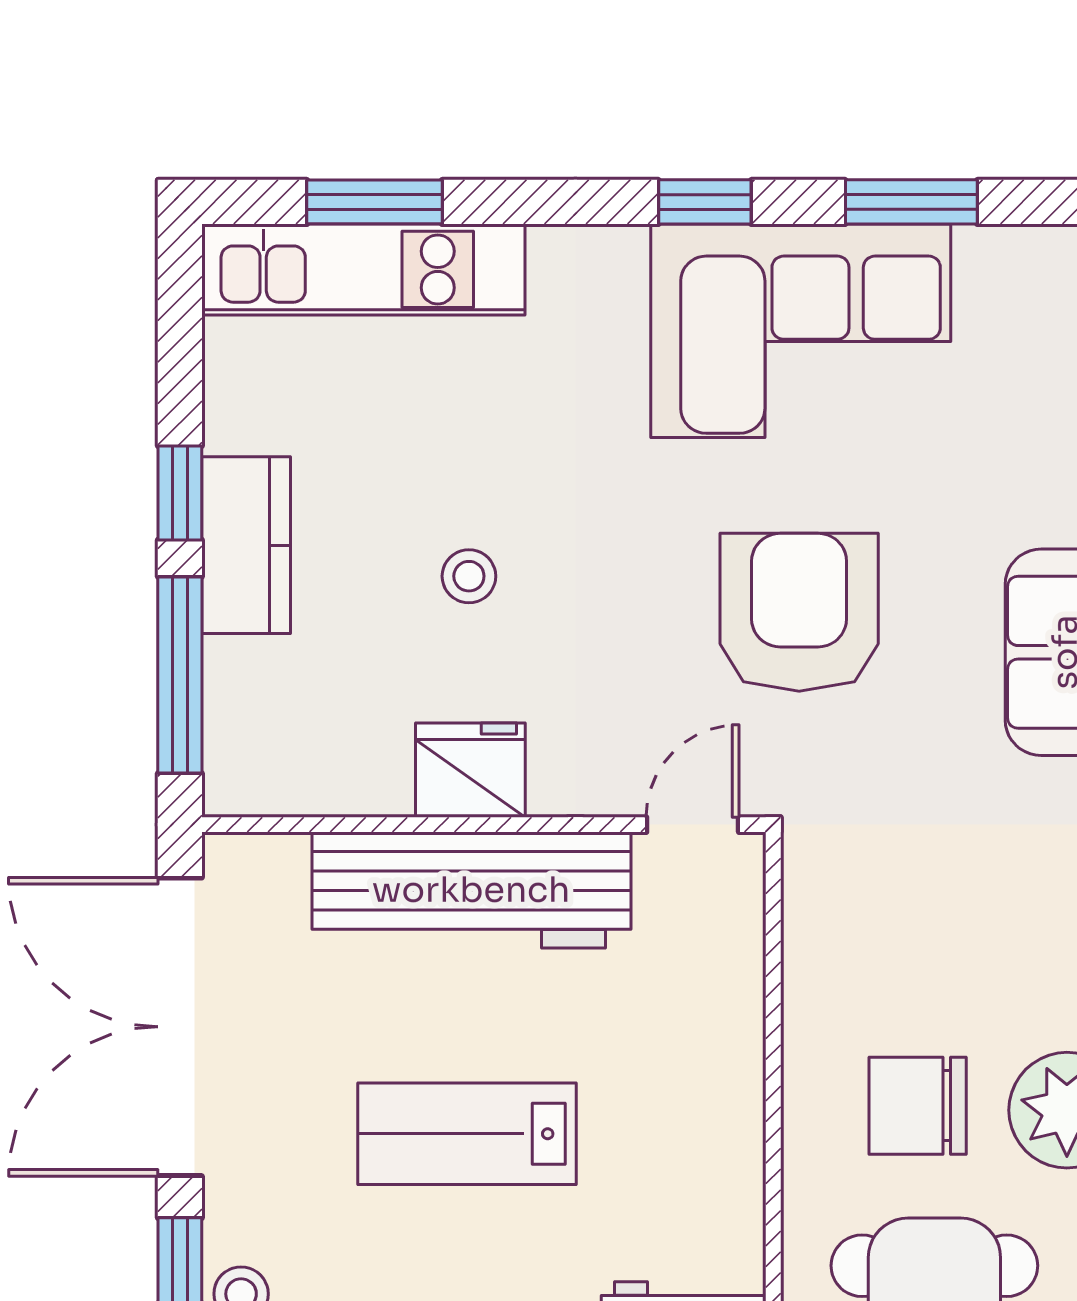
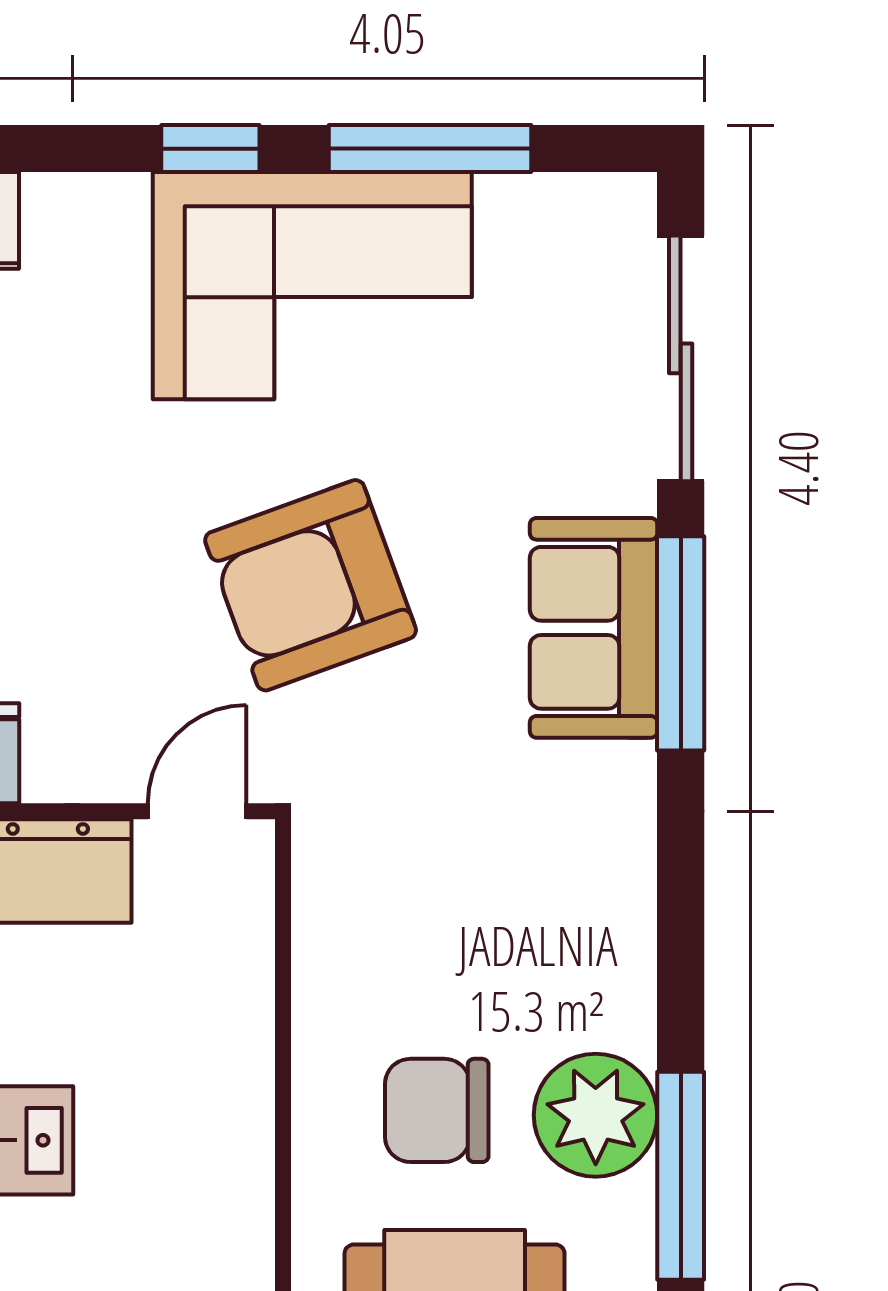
window: (911, 202) -> (430, 149), width x1.44
armchair: (799, 612) -> (311, 585), turned -110

